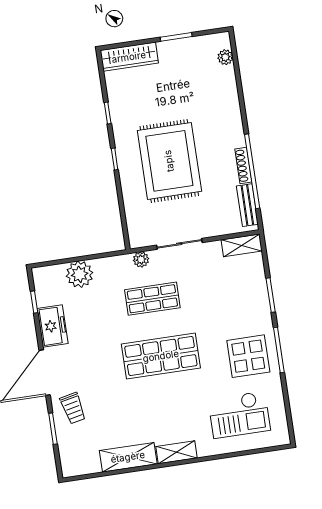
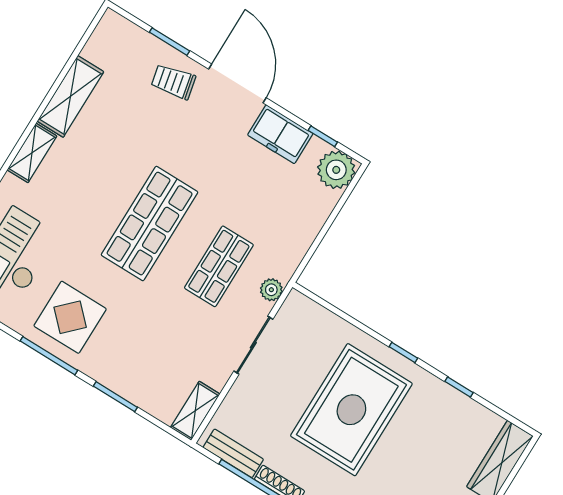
rug: (169, 161) -> (351, 410), turned 90
plant: (80, 274) -> (336, 170), moved

